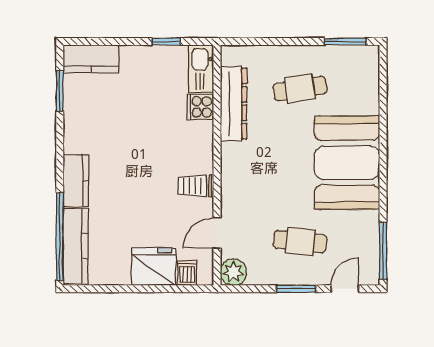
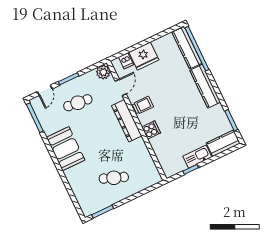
kitchen sink: (201, 69) -> (197, 157), moved, turned -90
cafe table: (300, 89) -> (114, 178), turned 30
dresser: (233, 104) -> (127, 121), moved
cooker: (200, 107) -> (151, 130), moved
booth: (347, 163) -> (66, 149), width x0.73, depth x0.70
kitchen counter: (76, 181) -> (205, 86), width x1.50

